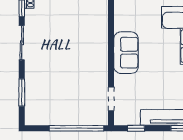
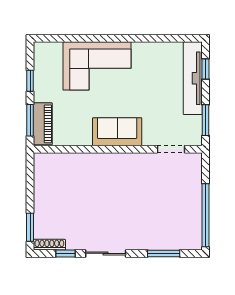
window: (76, 128) -> (205, 215), moved
window: (136, 128) -> (205, 120), width x1.50

